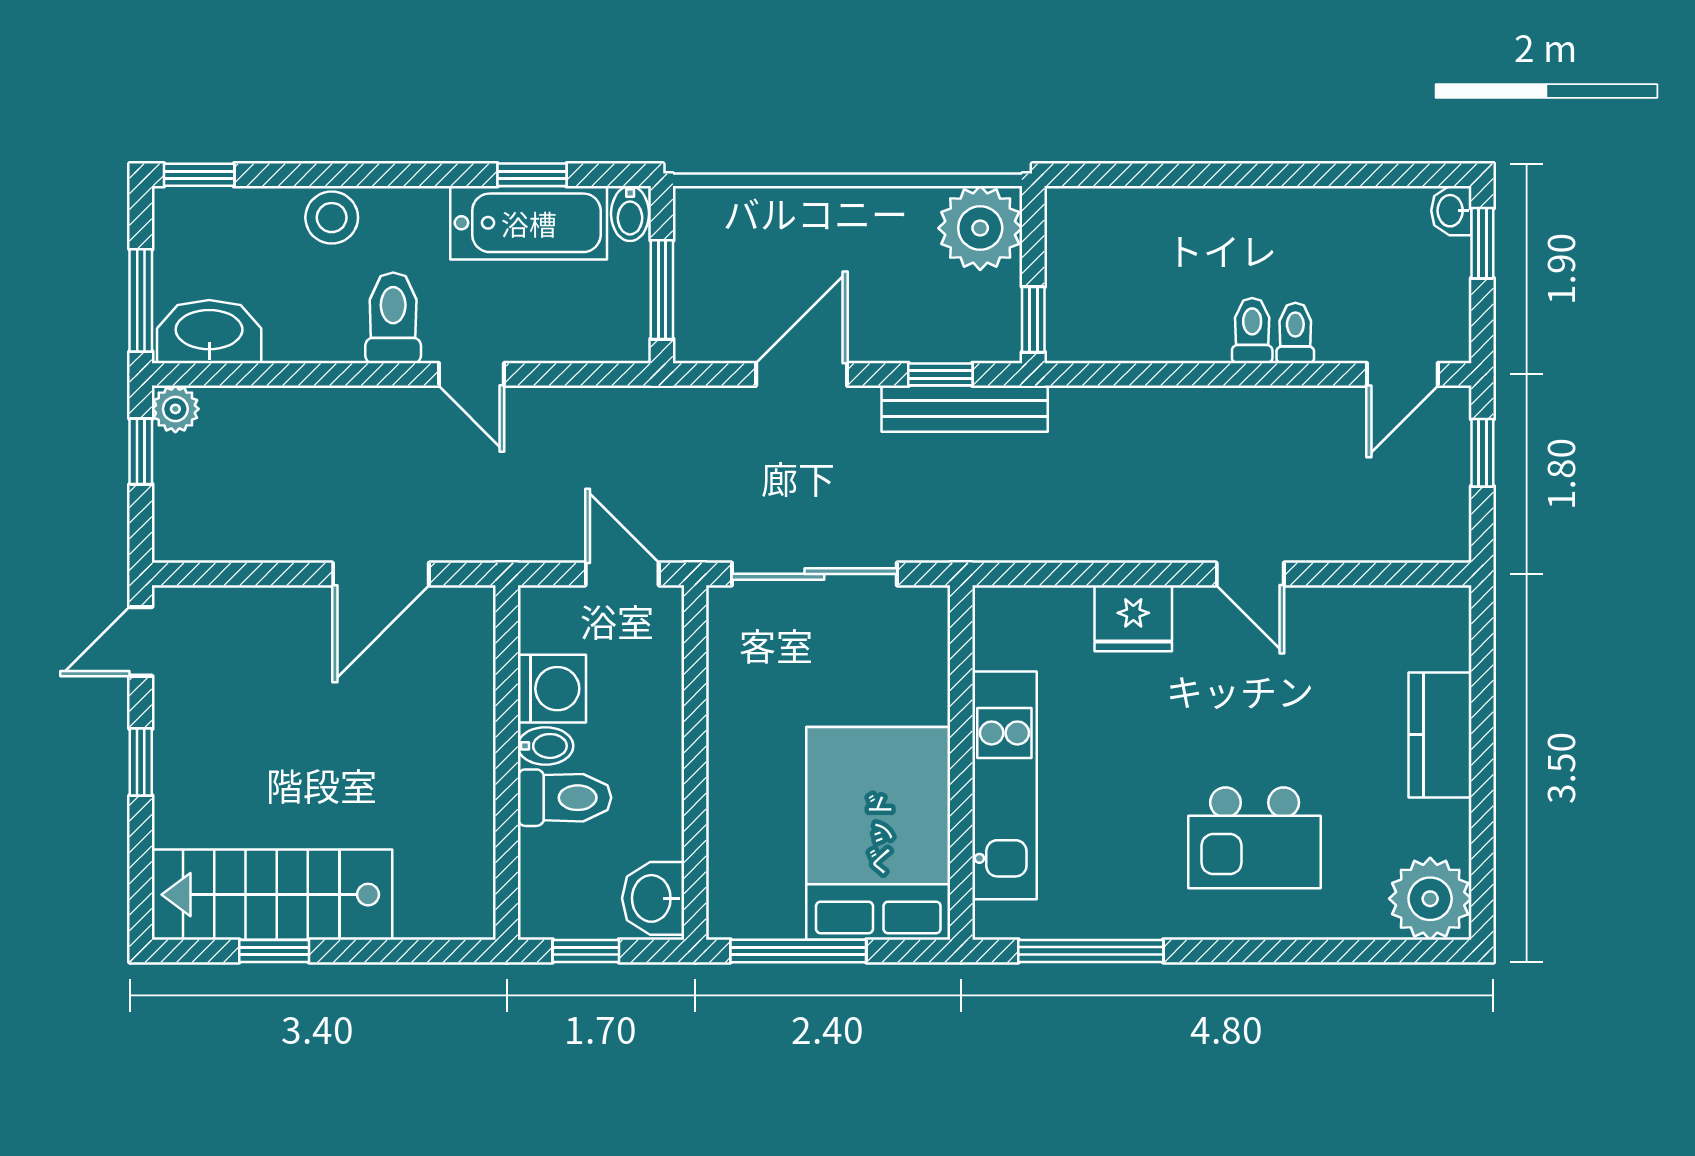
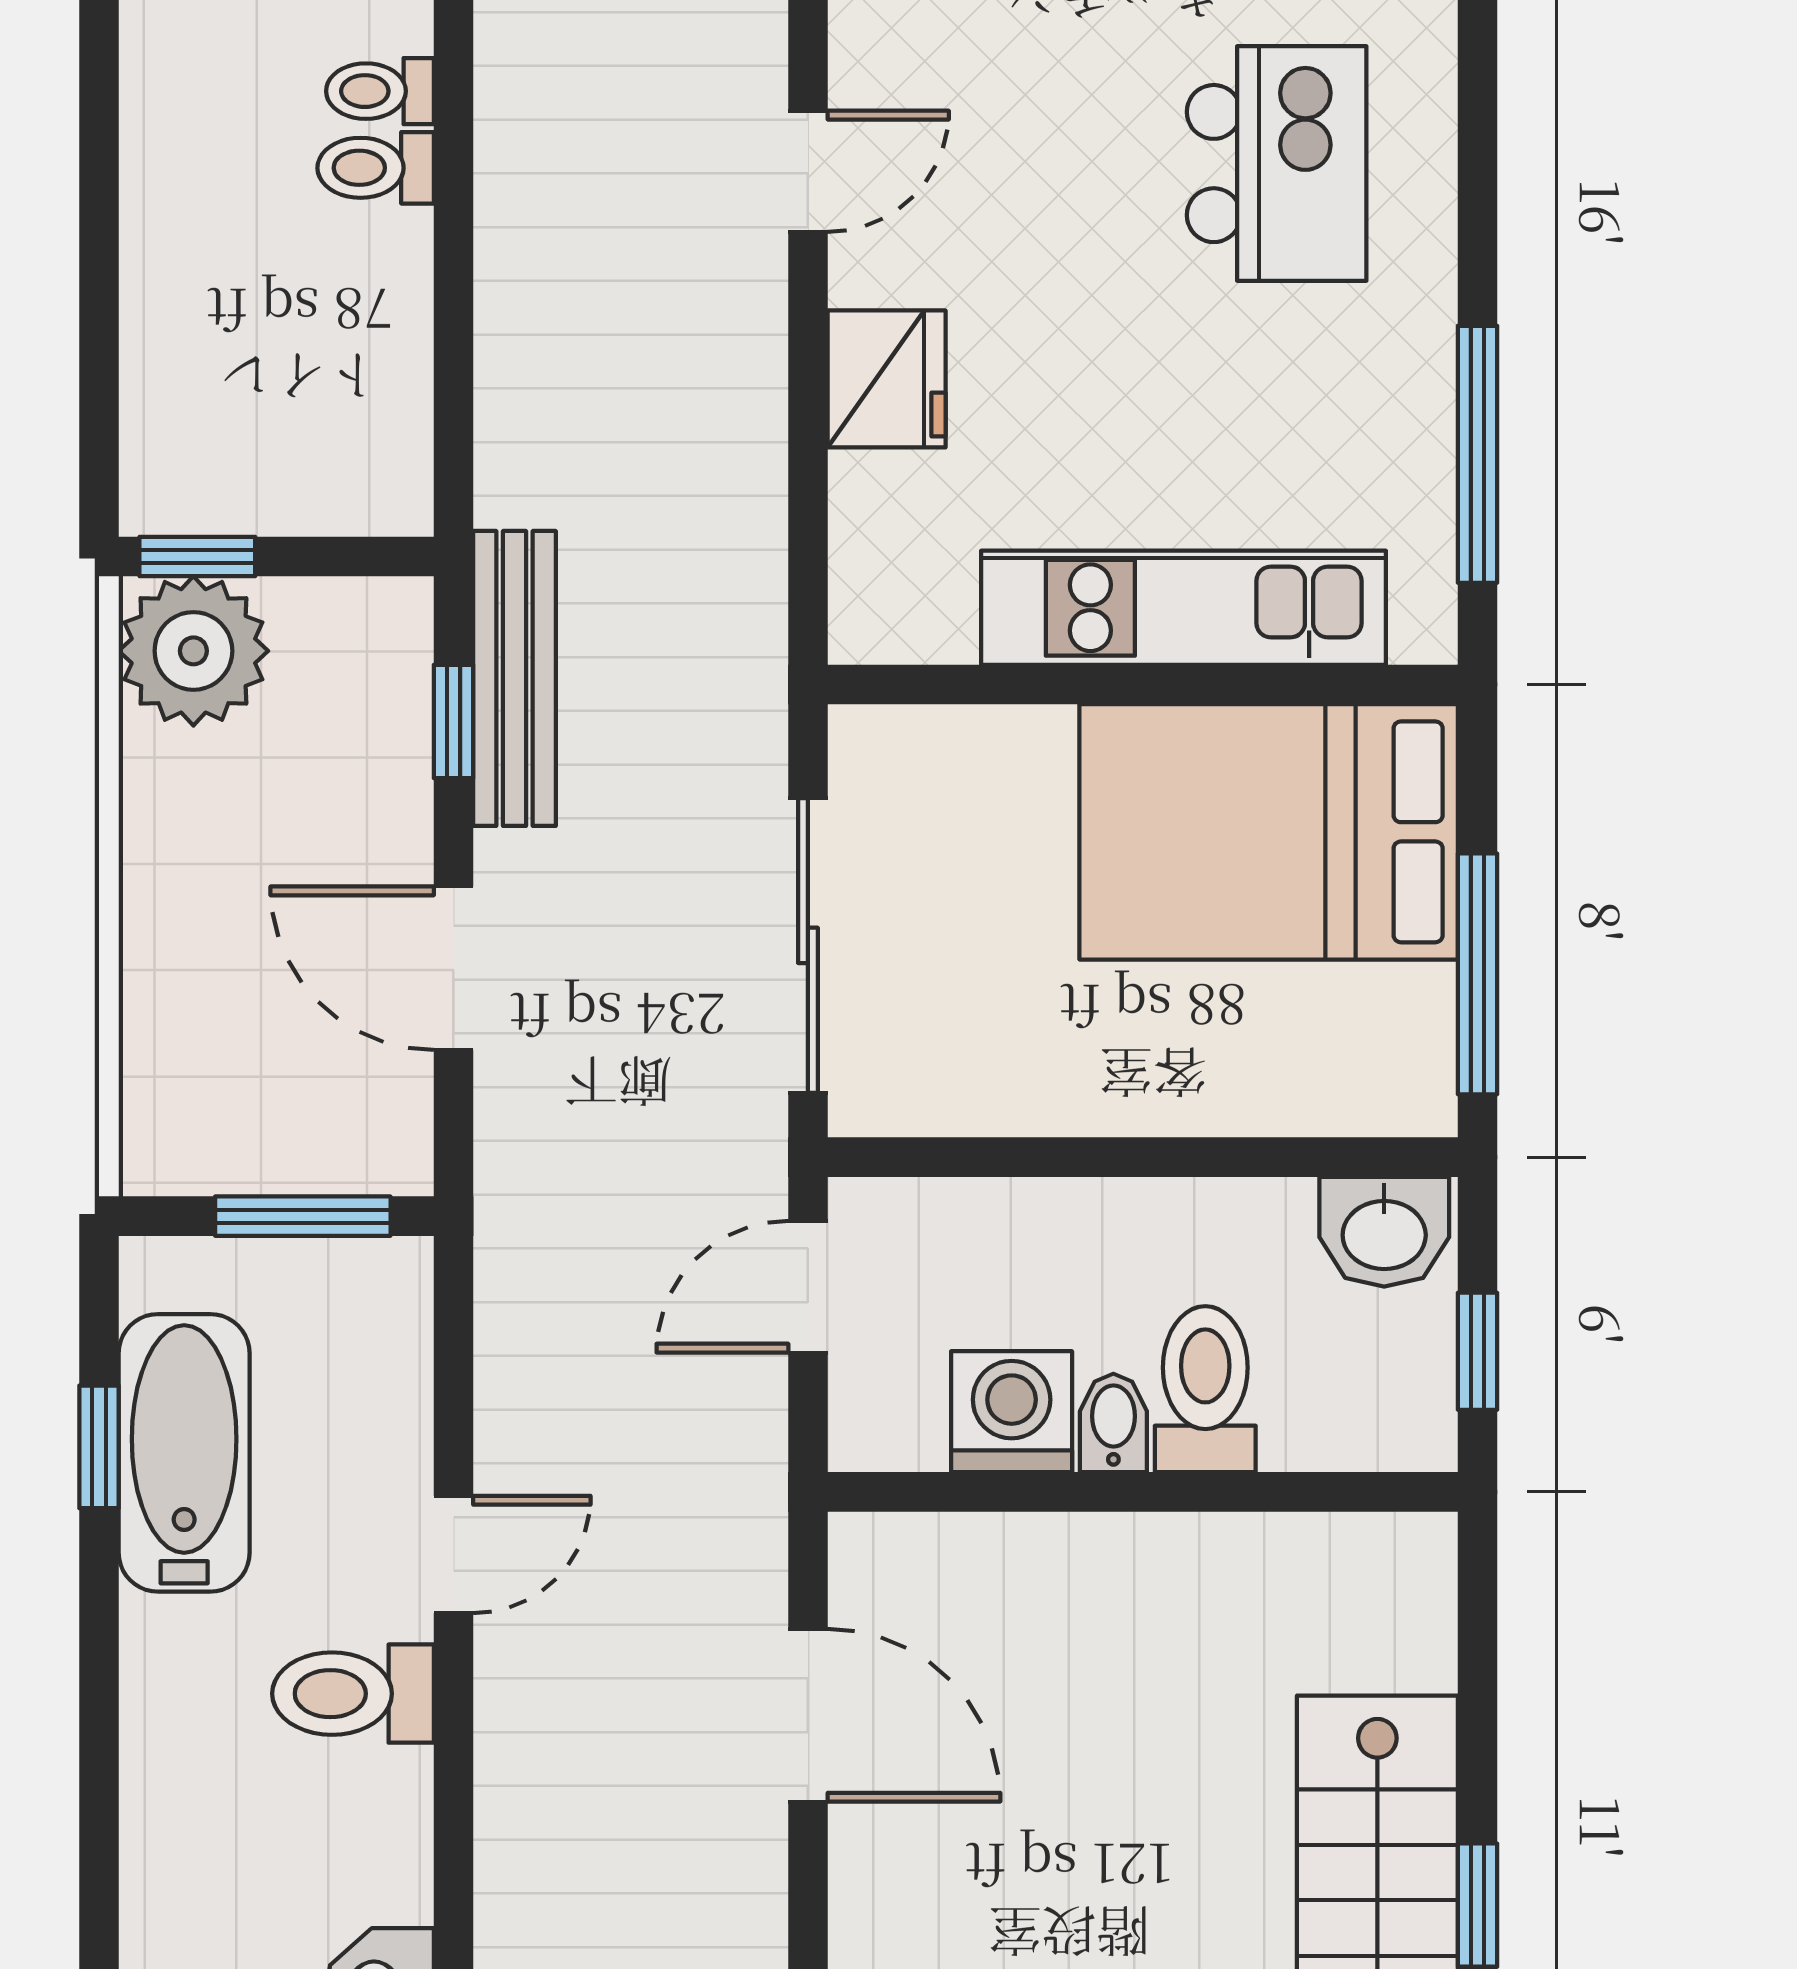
bidet: (630, 214) -> (168, 1273), removed
stool: (332, 218) -> (175, 1803), removed
window: (1033, 319) -> (197, 556), moved

